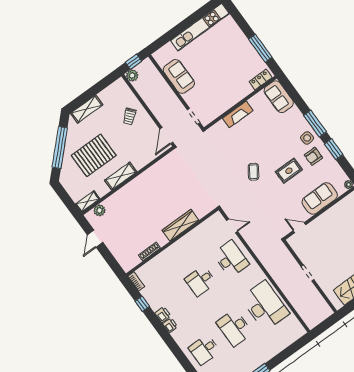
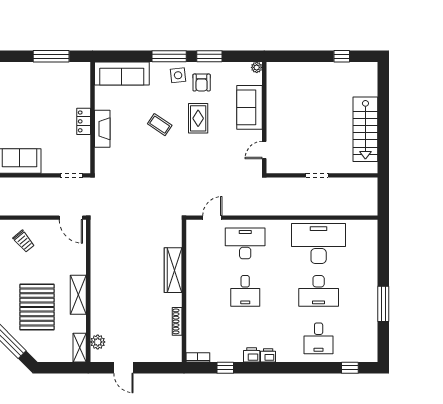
locker: (261, 80) -> (84, 121), moved
sofa: (279, 97) -> (122, 74), width x1.36
coffee table: (254, 172) -> (160, 125), moved

